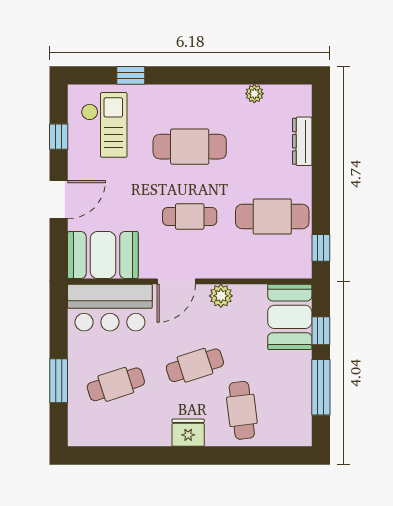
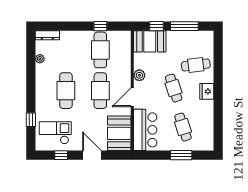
dresser: (302, 141) -> (47, 35), moved
cafe table: (190, 216) -> (100, 91), width x1.37, depth x1.35
window: (321, 248) -> (100, 26), moved
door: (176, 281) -> (132, 97), swing flipped

